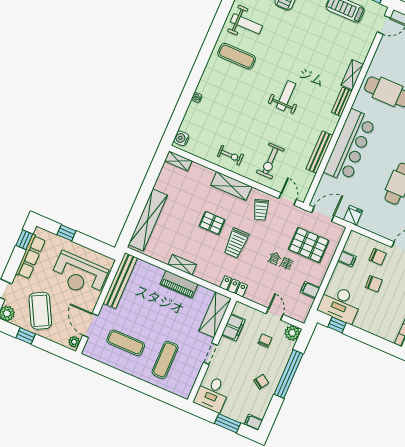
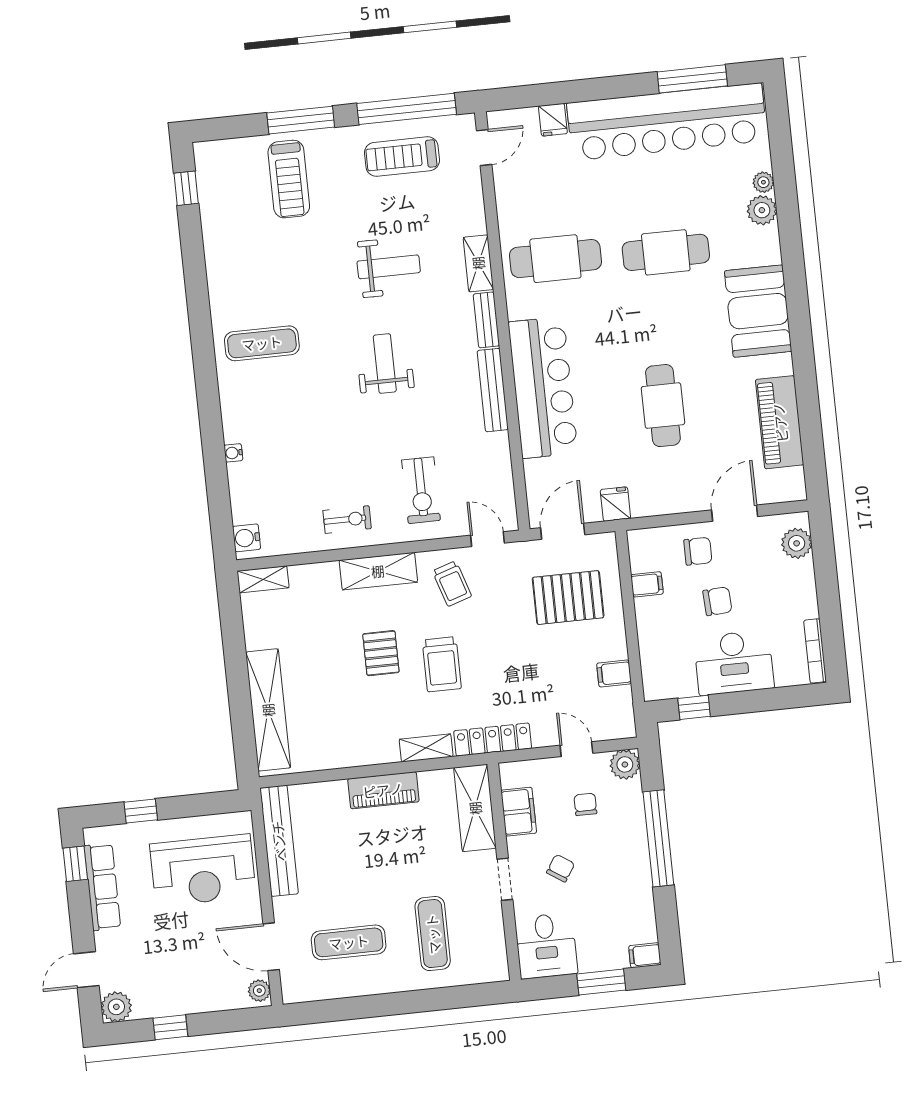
weight bench: (246, 24) -> (389, 267), moved
bench: (319, 152) -> (493, 390), moved
pallet: (212, 223) -> (381, 653), turned 90
shelving: (182, 265) -> (426, 748), moved
locker: (234, 286) -> (493, 740), width x1.53
desk: (340, 304) -> (734, 663), moved
coffee table: (40, 311) -> (171, 970), removed
chair: (261, 382) -> (561, 868), moved

